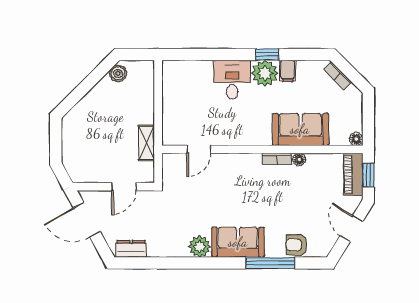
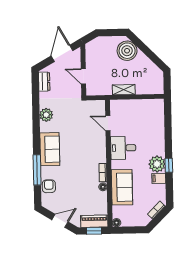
boiler: (118, 73) -> (127, 51), moved, width x1.86, depth x1.86
desk: (232, 80) -> (123, 148), moved, turned 180
shelving: (146, 143) -> (124, 90), moved
plant: (200, 247) -> (46, 115), moved

